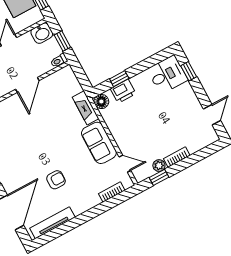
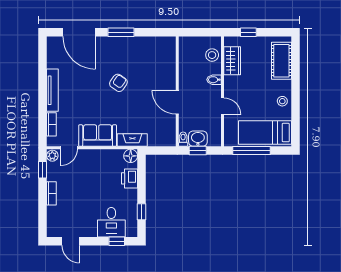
washbasin: (42, 33) -> (198, 139), moved, turned 90
desk: (167, 75) -> (111, 222), moved
window: (119, 79) -> (142, 212), moved
plant: (159, 166) -> (52, 156), moved
armchair: (56, 180) -> (118, 83), moved, turned -145
tv unit: (52, 223) -> (52, 90), moved

